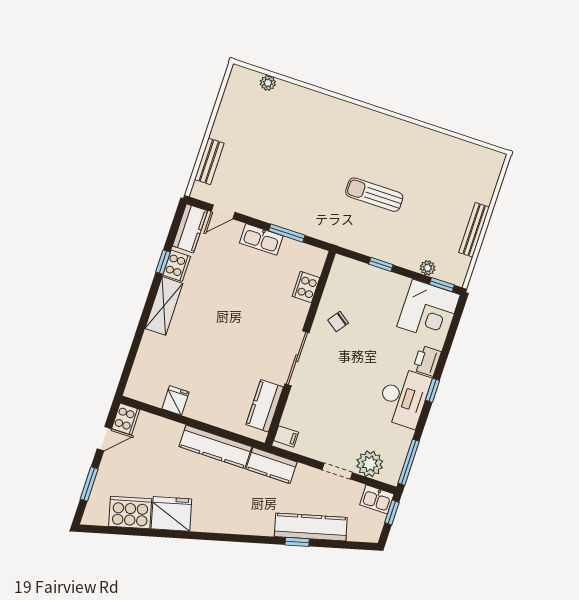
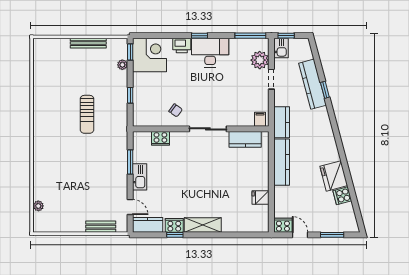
cooker: (130, 512) -> (342, 196), width x0.53, depth x0.76

